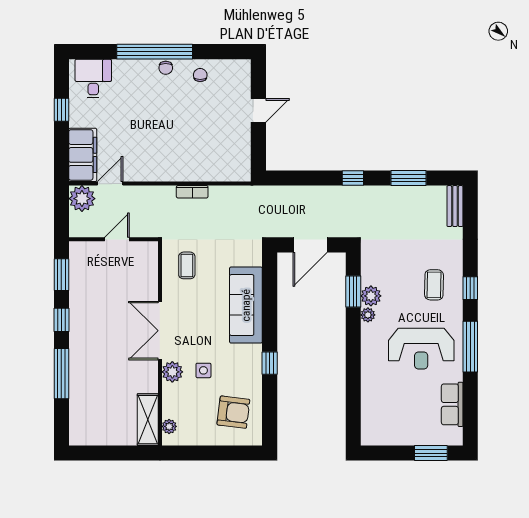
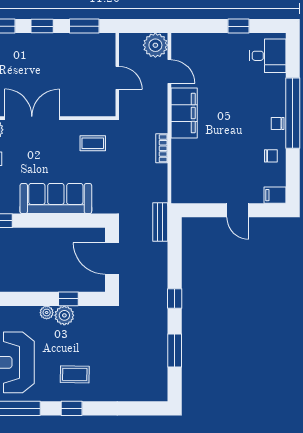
filing cabinet: (242, 71) -> (275, 195), added
filing cabinet: (83, 155) -> (184, 113), moved, turned -90
bench: (455, 206) -> (160, 222), moved, turned 90
window: (353, 292) -> (68, 299), width x0.67

